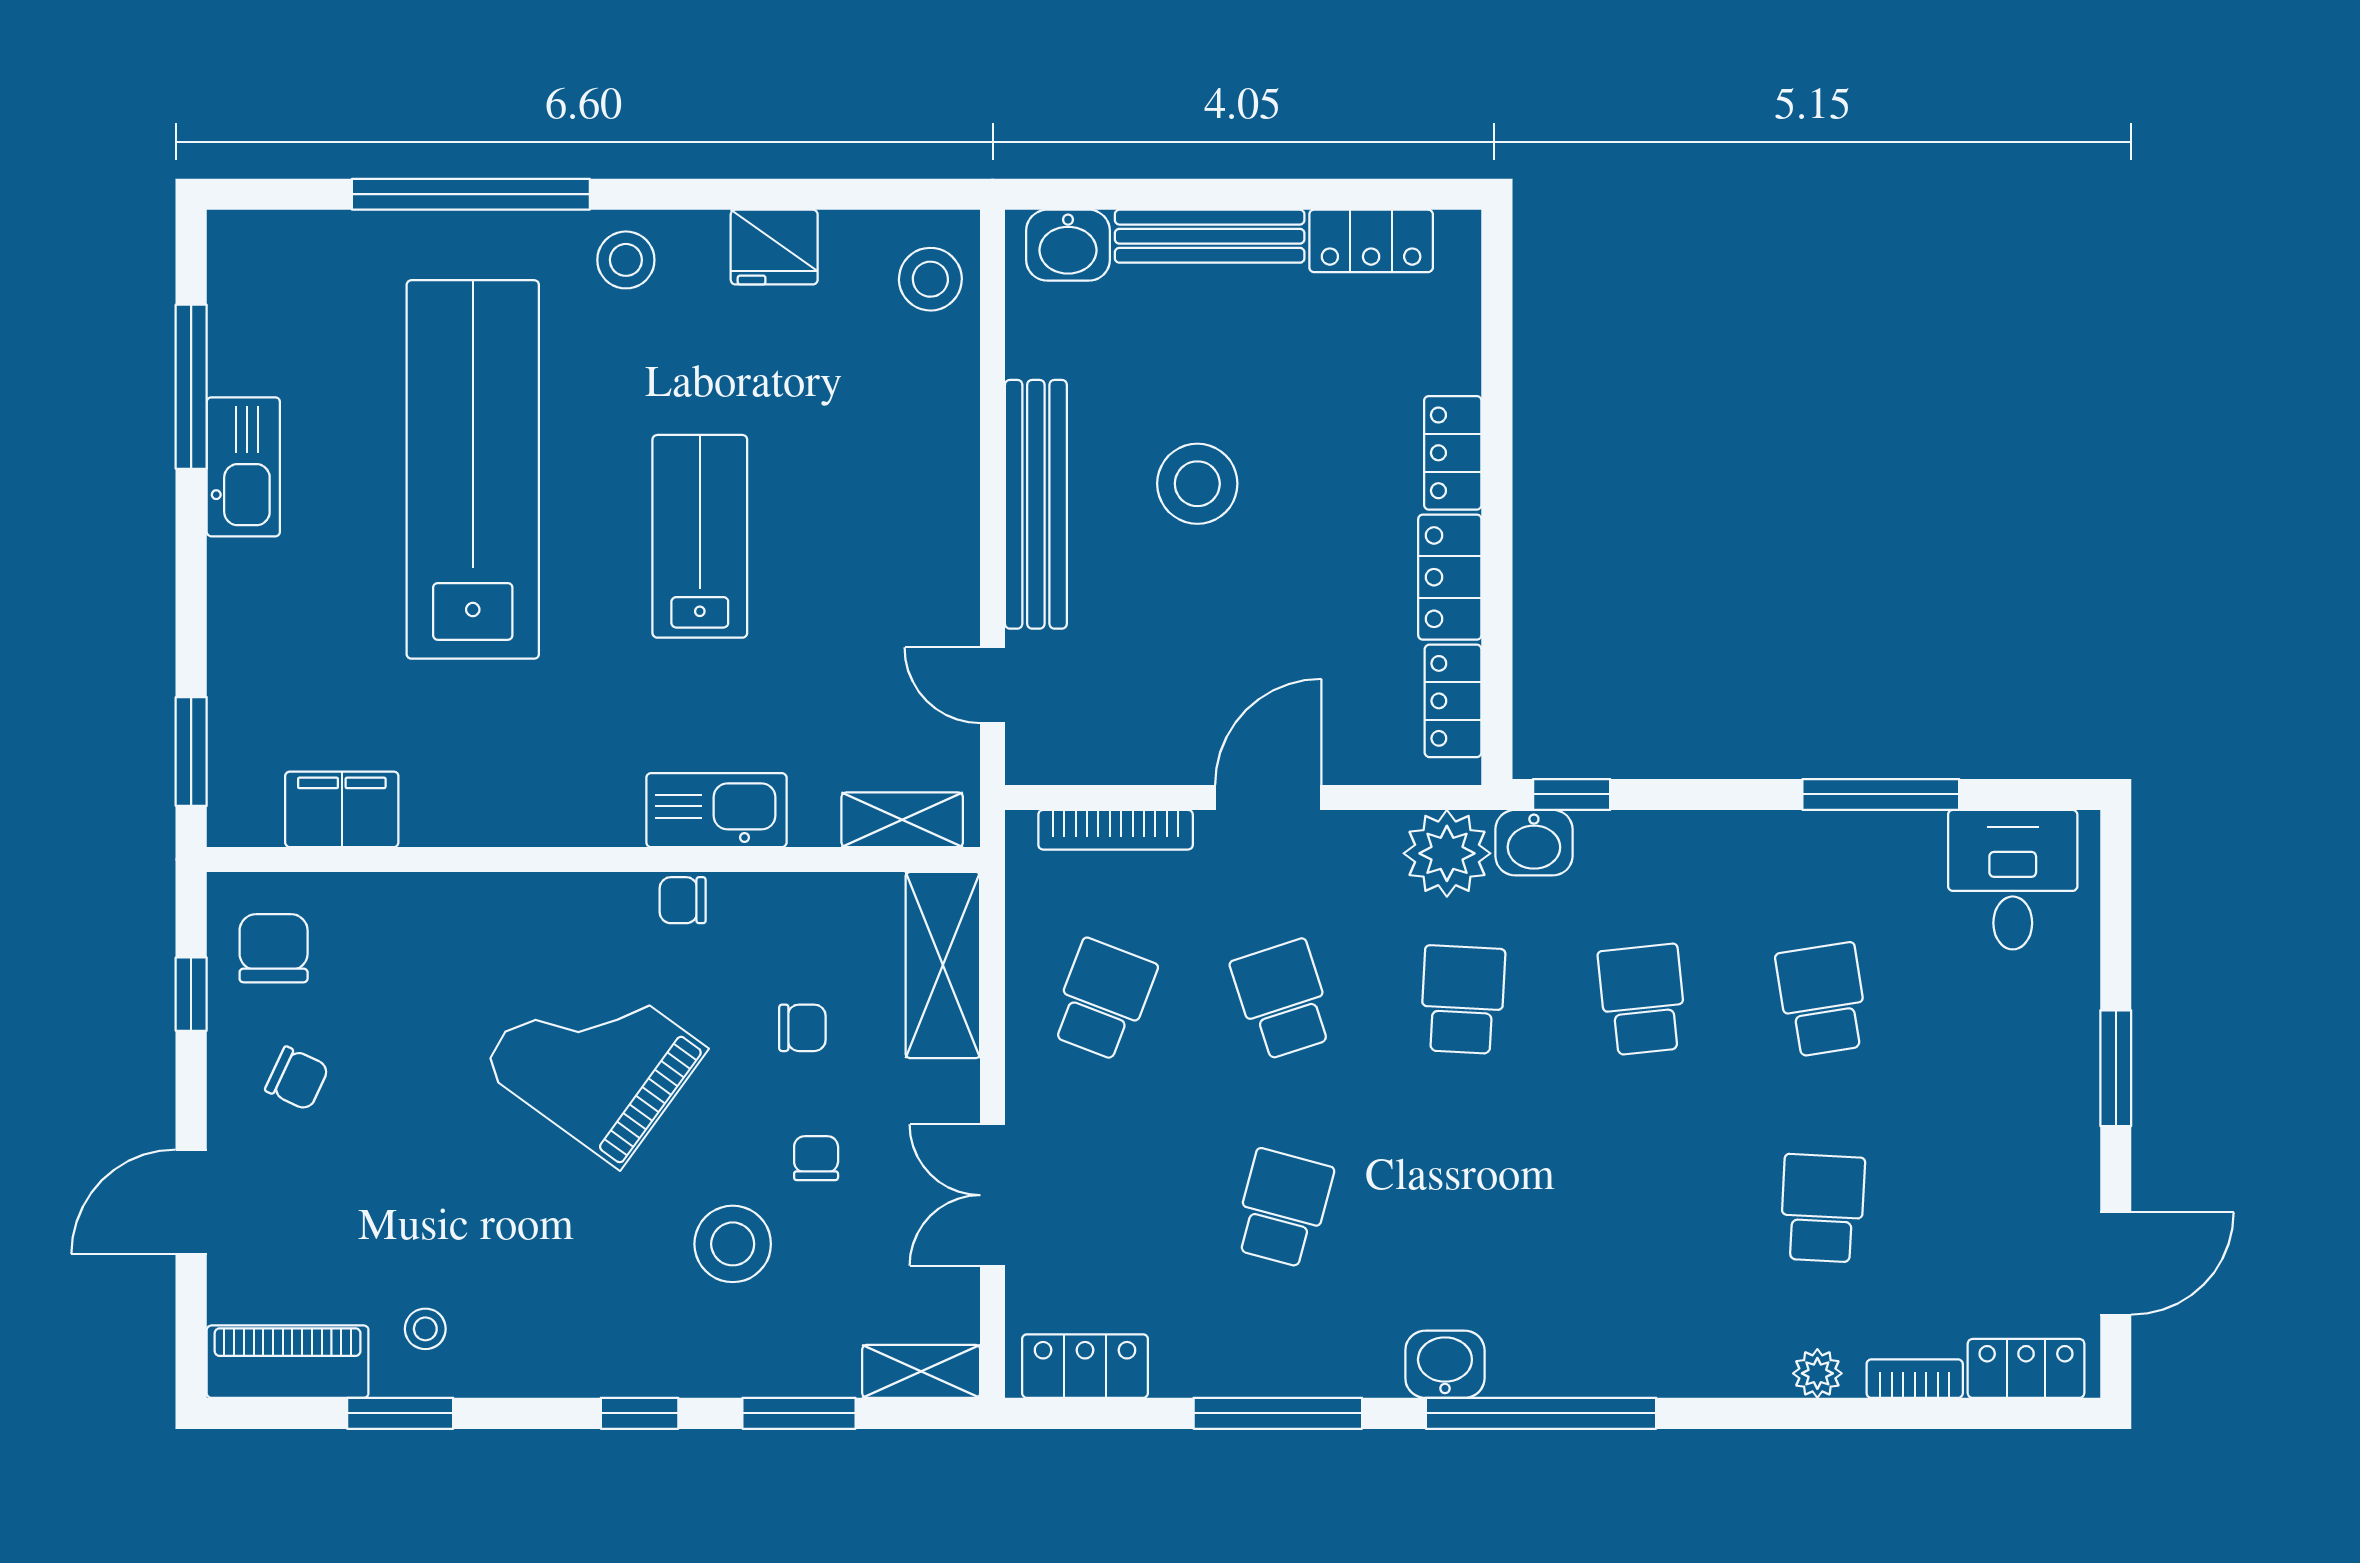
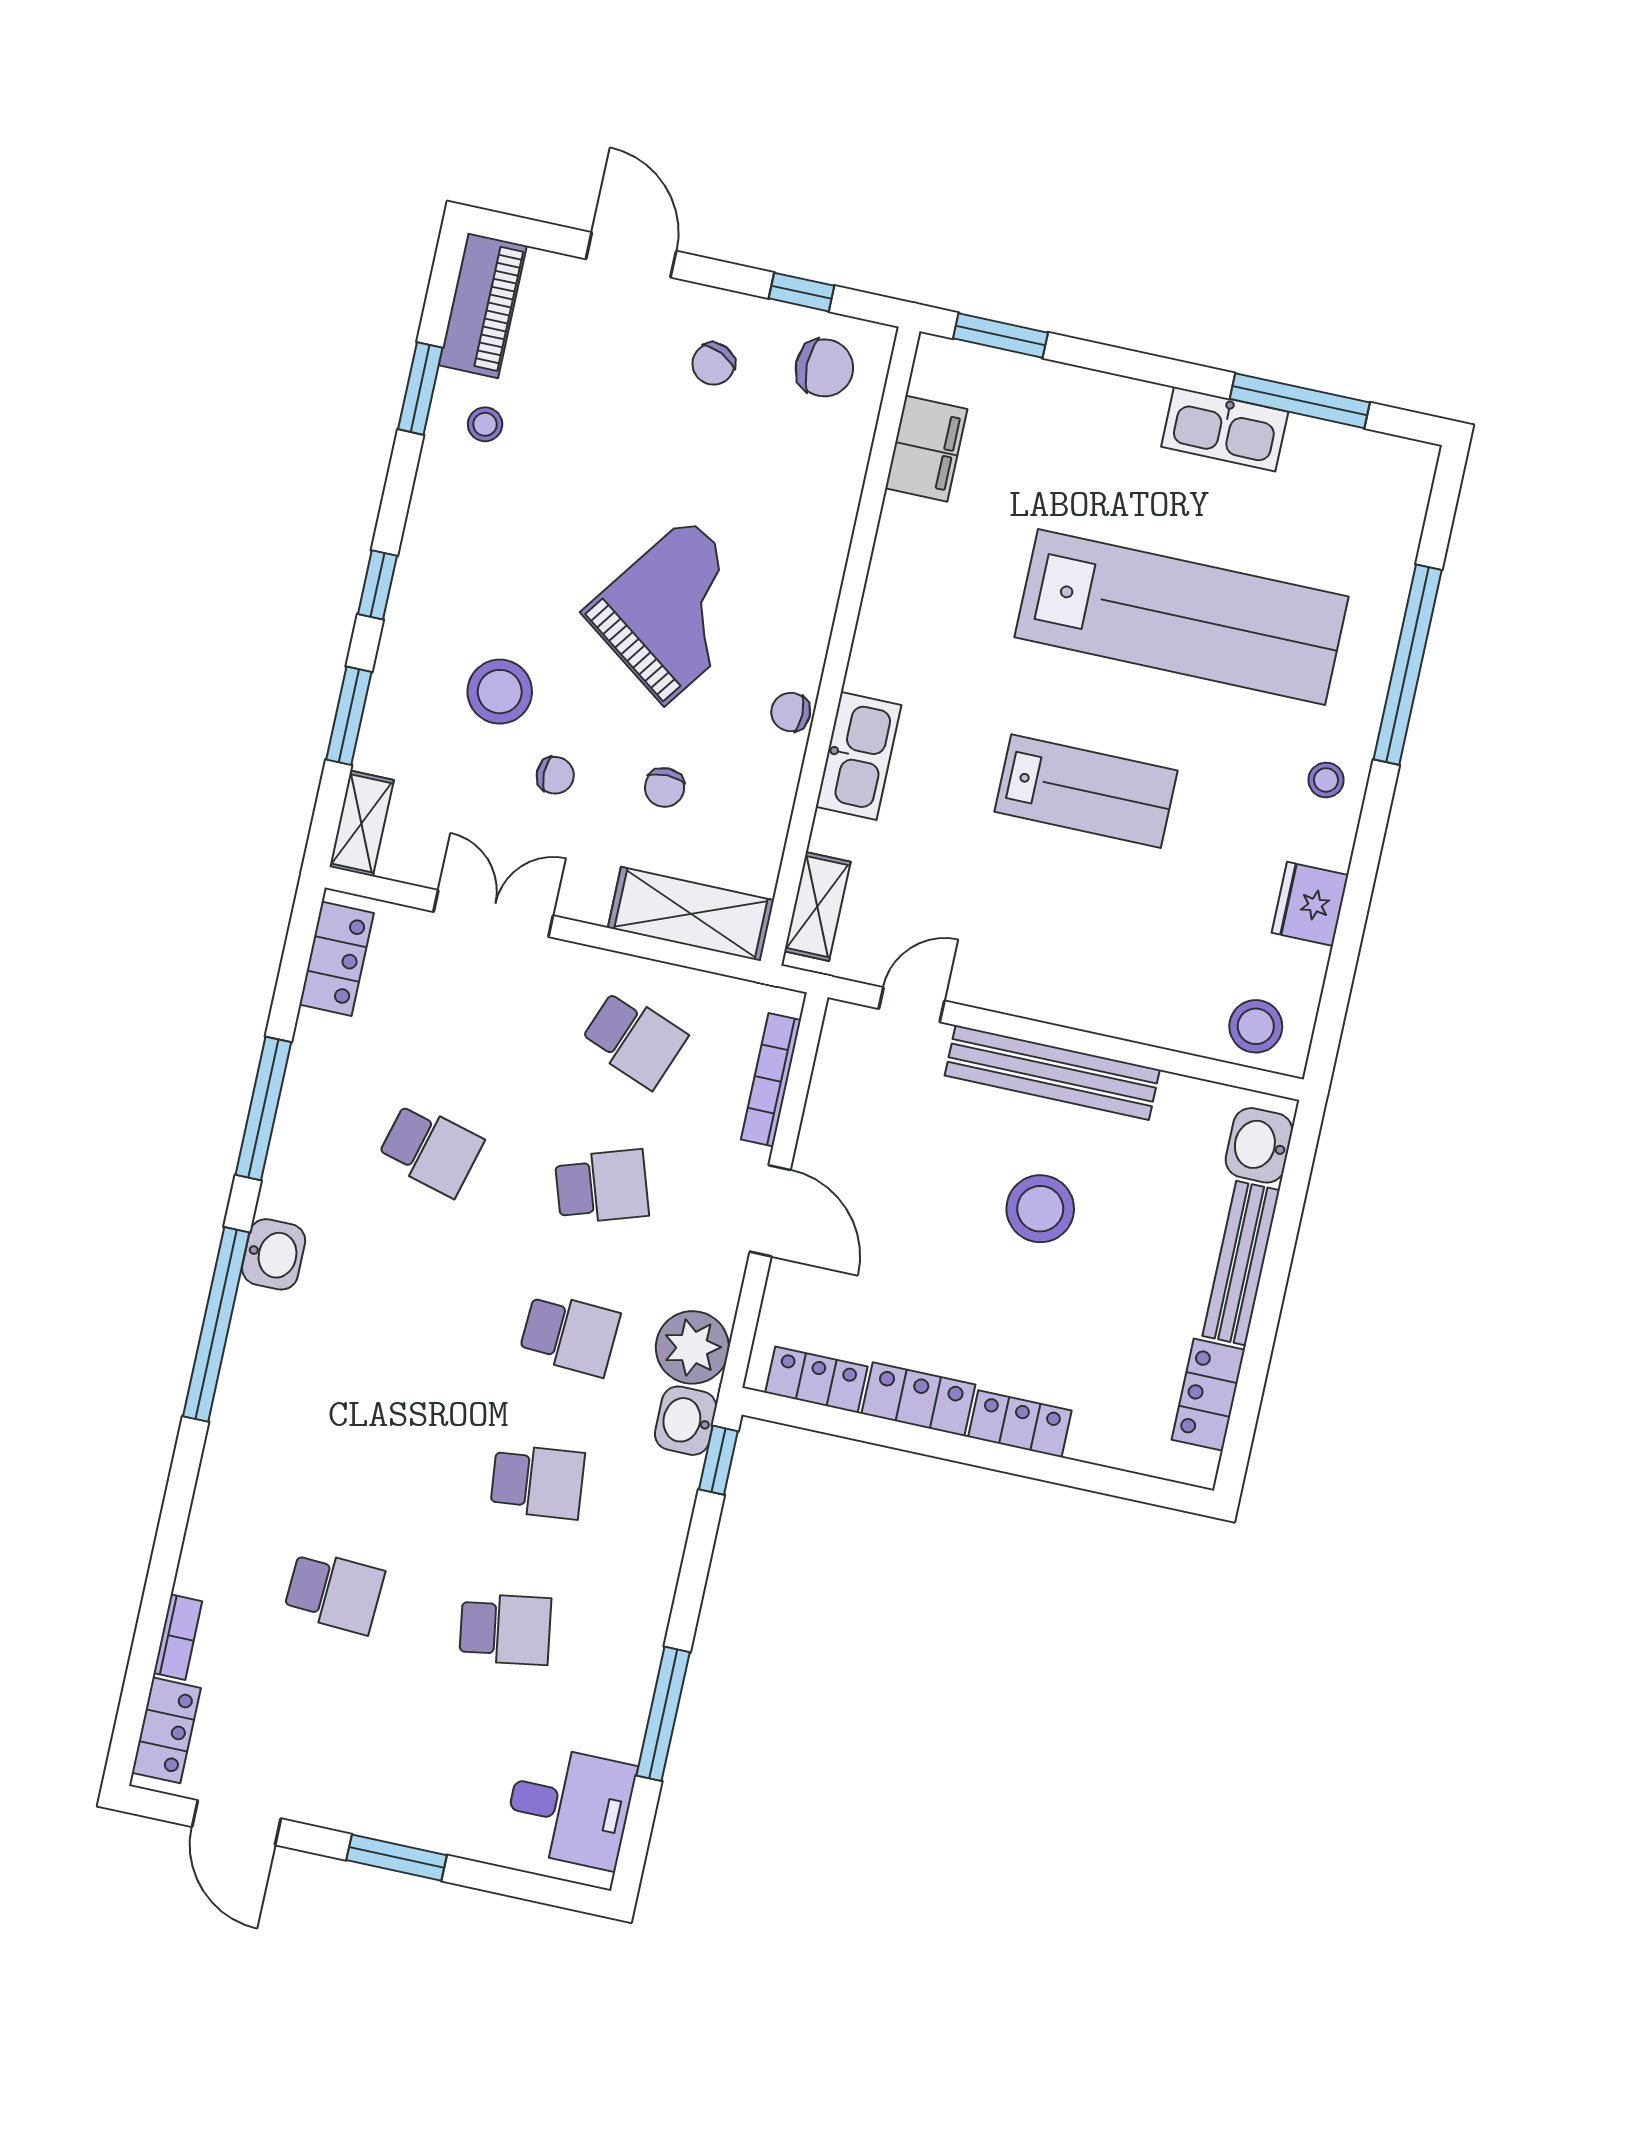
stool: (626, 260) -> (1326, 780), width x0.73, depth x0.73
chair: (683, 900) -> (791, 712), turned -90
plant: (1817, 1373) -> (200, 1558), removed

